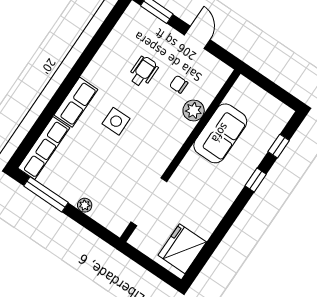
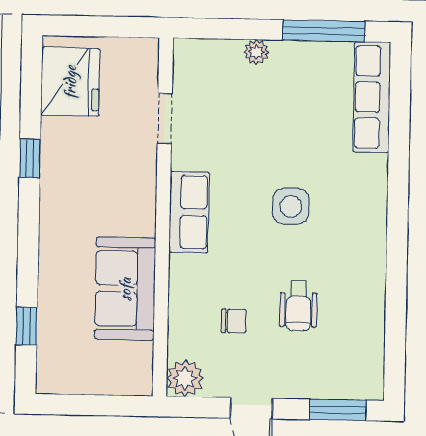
row of seats: (76, 102) -> (189, 212), moved, turned 180
plant: (194, 110) -> (185, 378), moved
window: (256, 180) -> (30, 158), moved
doorway: (149, 202) -> (165, 119), width x0.53

